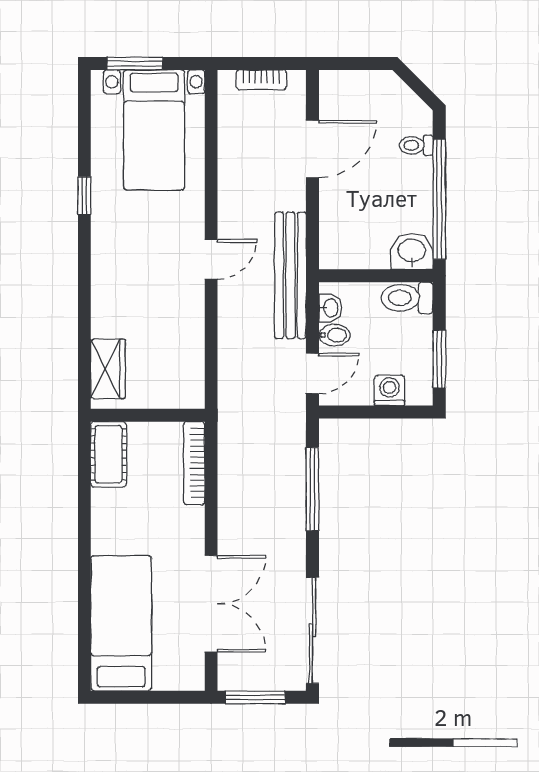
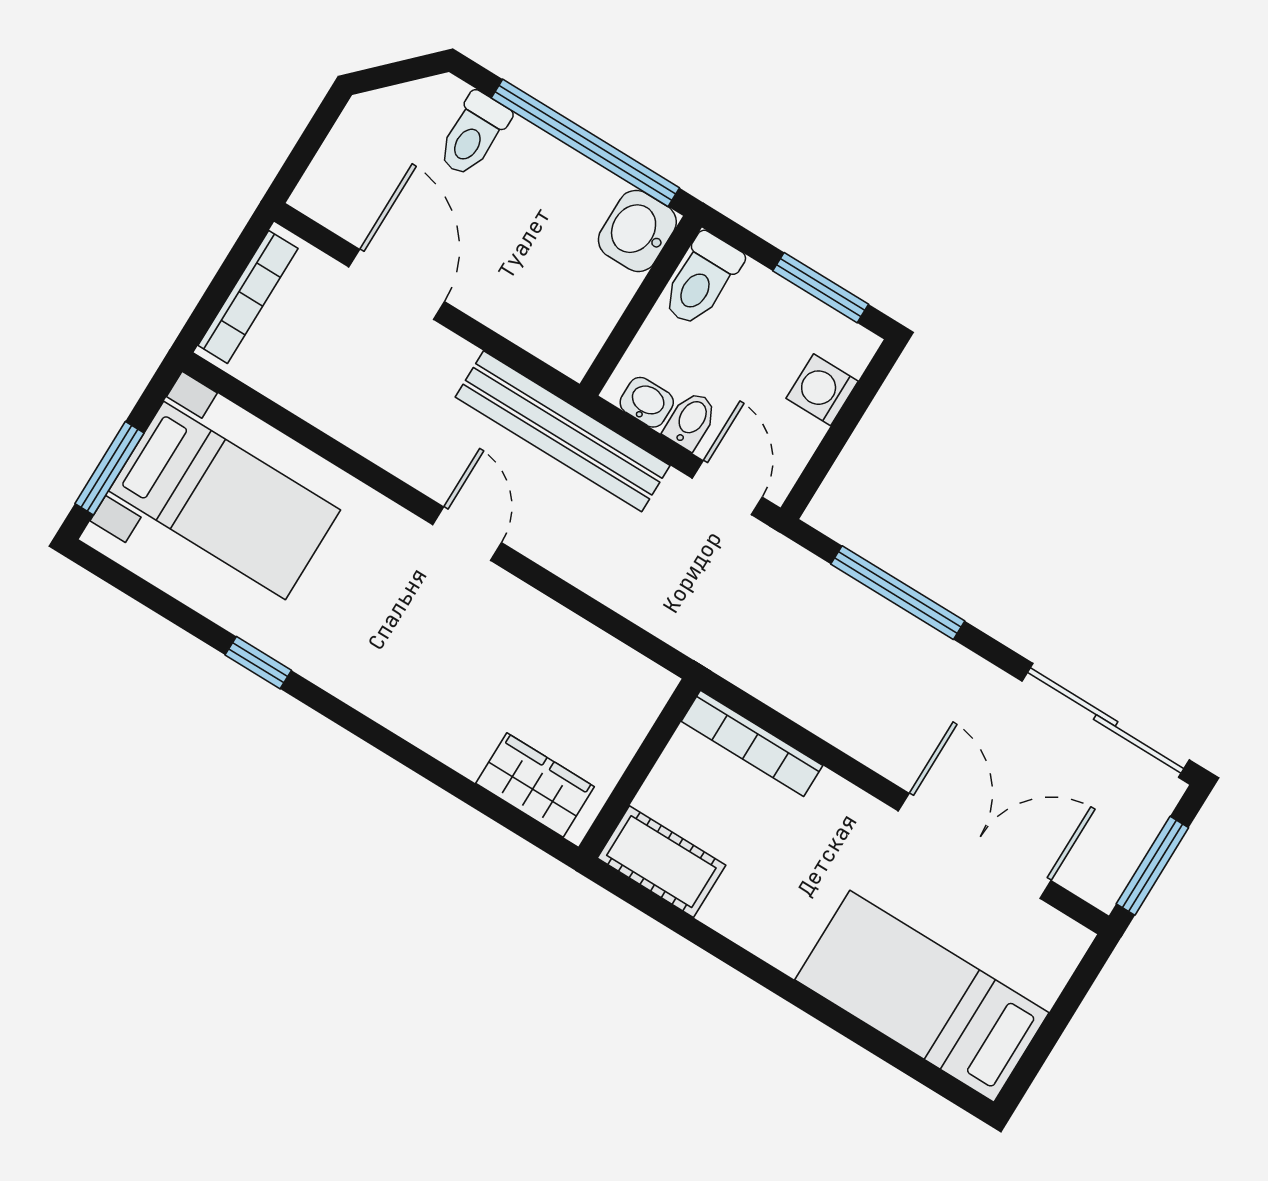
bookcase: (261, 80) -> (248, 297), width x1.56
toilet: (416, 145) -> (473, 134), width x1.37, depth x1.39

